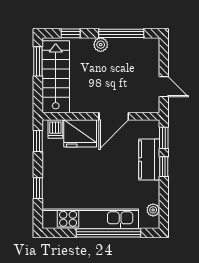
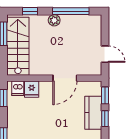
fridge: (80, 133) -> (32, 89), width x0.53, depth x0.75

